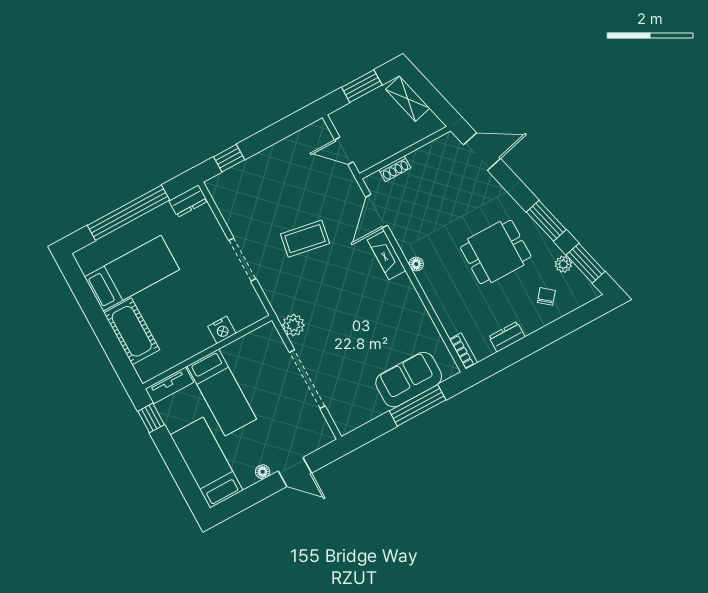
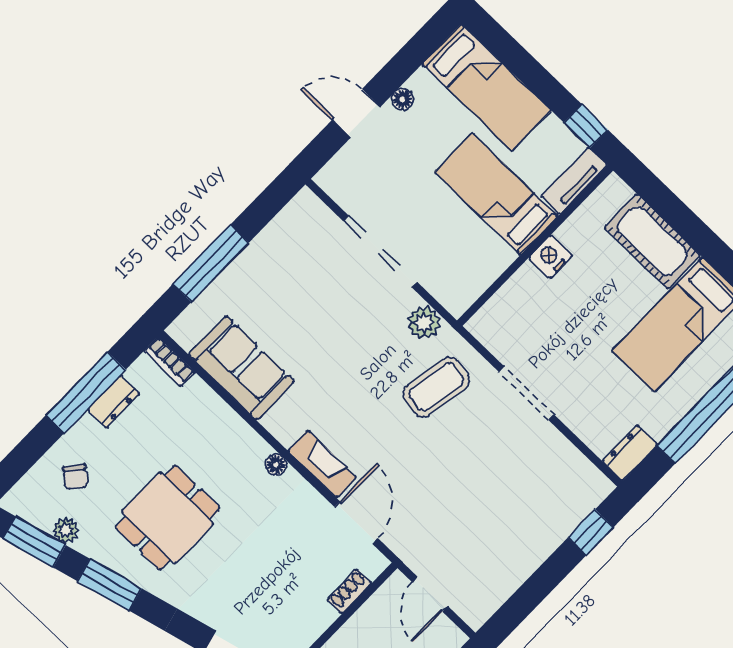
door: (344, 151) -> (430, 594), swing flipped
coffee table: (305, 239) -> (436, 387), moved
nightstand: (222, 330) -> (550, 257), moved
window: (523, 348) -> (86, 392), added
sofa: (409, 380) -> (241, 368), moved, turned -90

